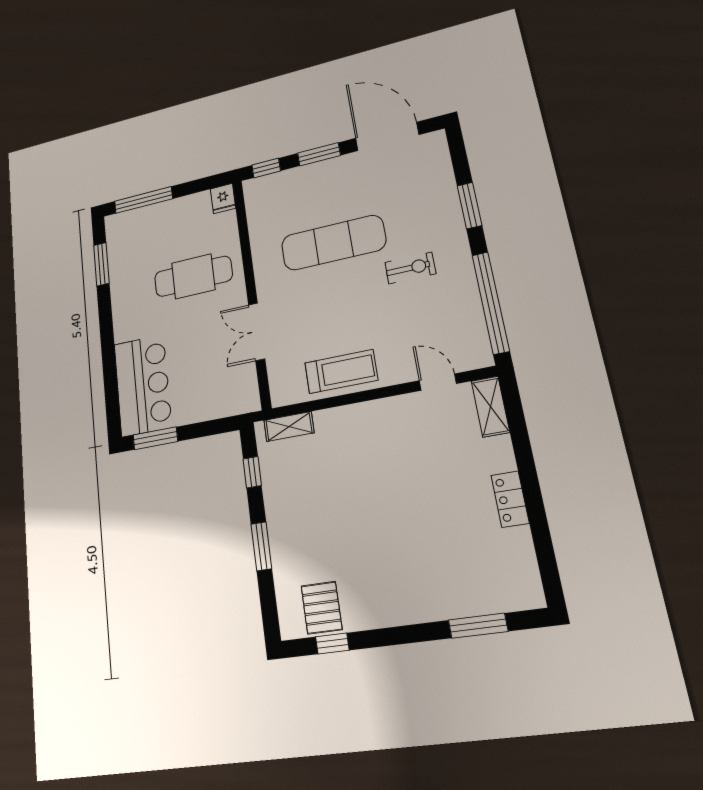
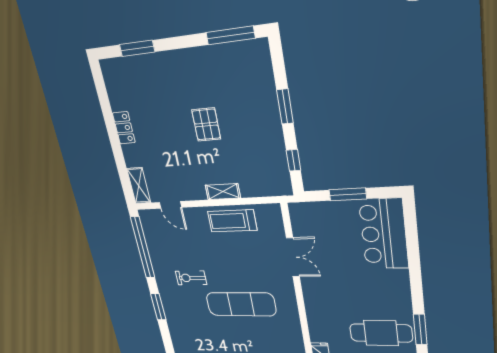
cafe table: (193, 276) -> (381, 333), moved
shelving: (289, 427) -> (223, 192), moved
window: (155, 438) -> (348, 194), moved
pallet: (322, 608) -> (206, 124), moved
window: (332, 643) -> (230, 35), width x2.17

